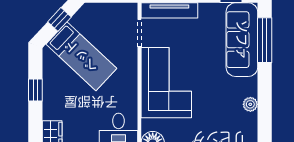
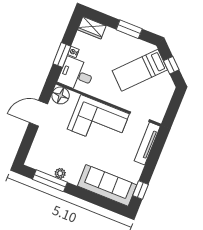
window: (265, 40) -> (50, 181), moved
window: (35, 90) -> (129, 29), width x1.50

